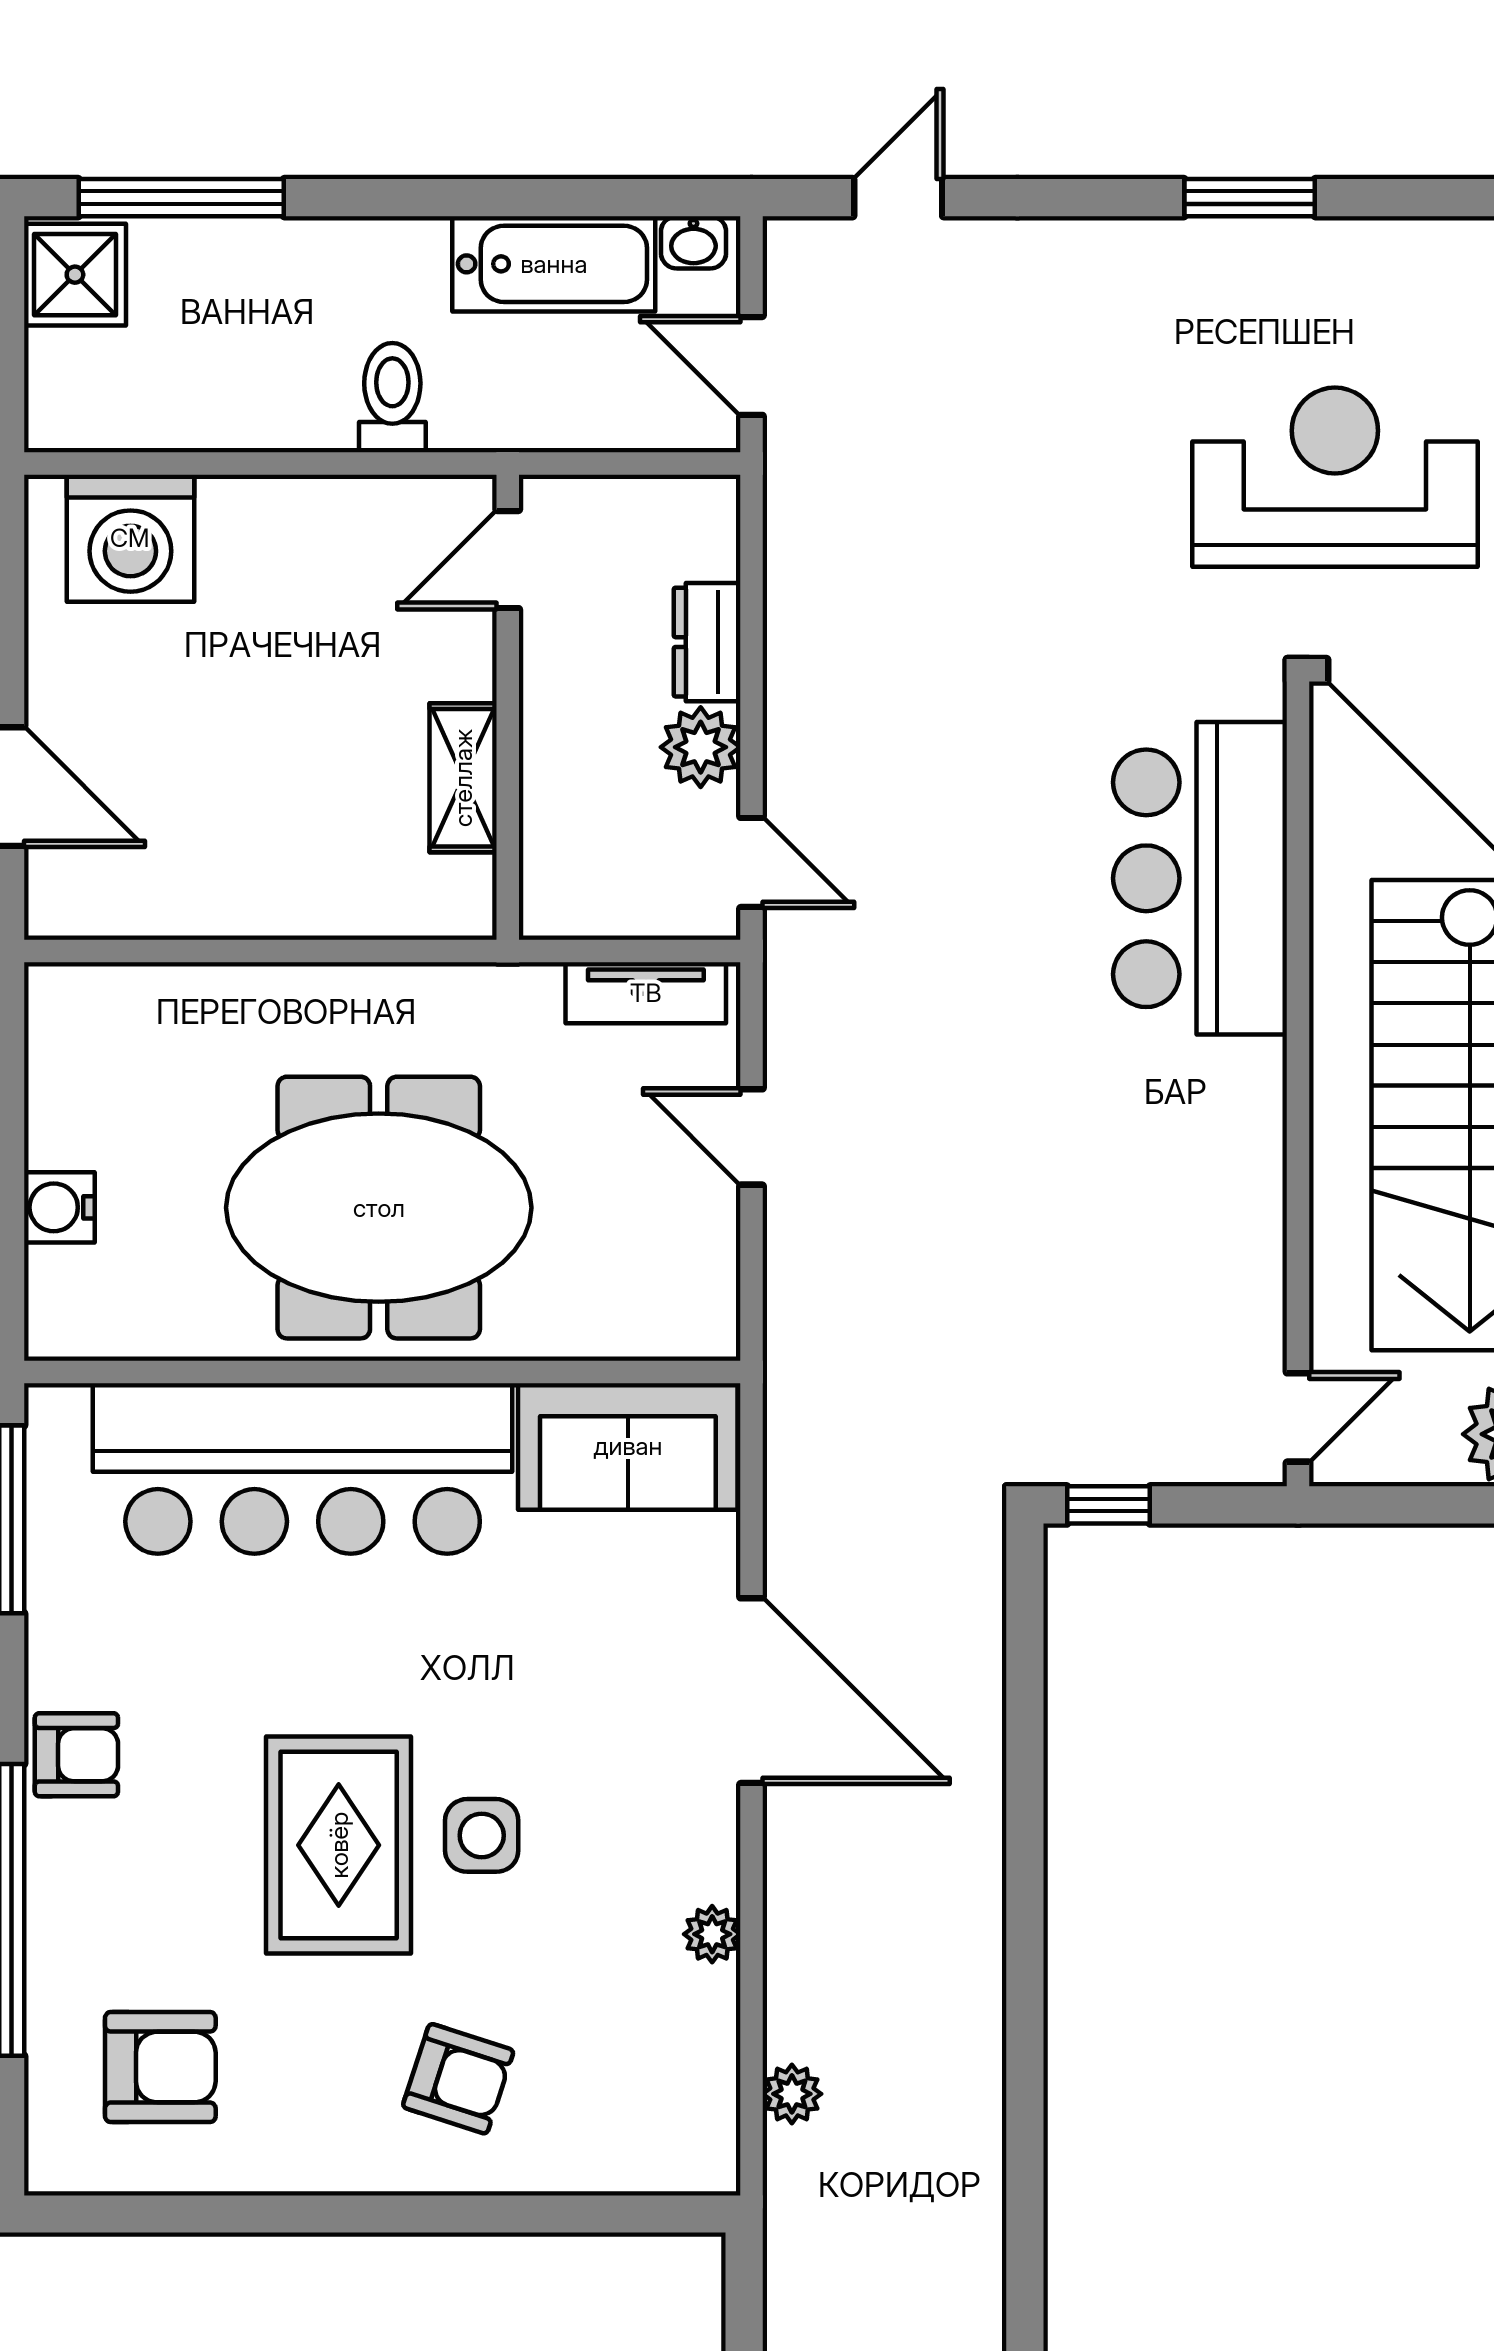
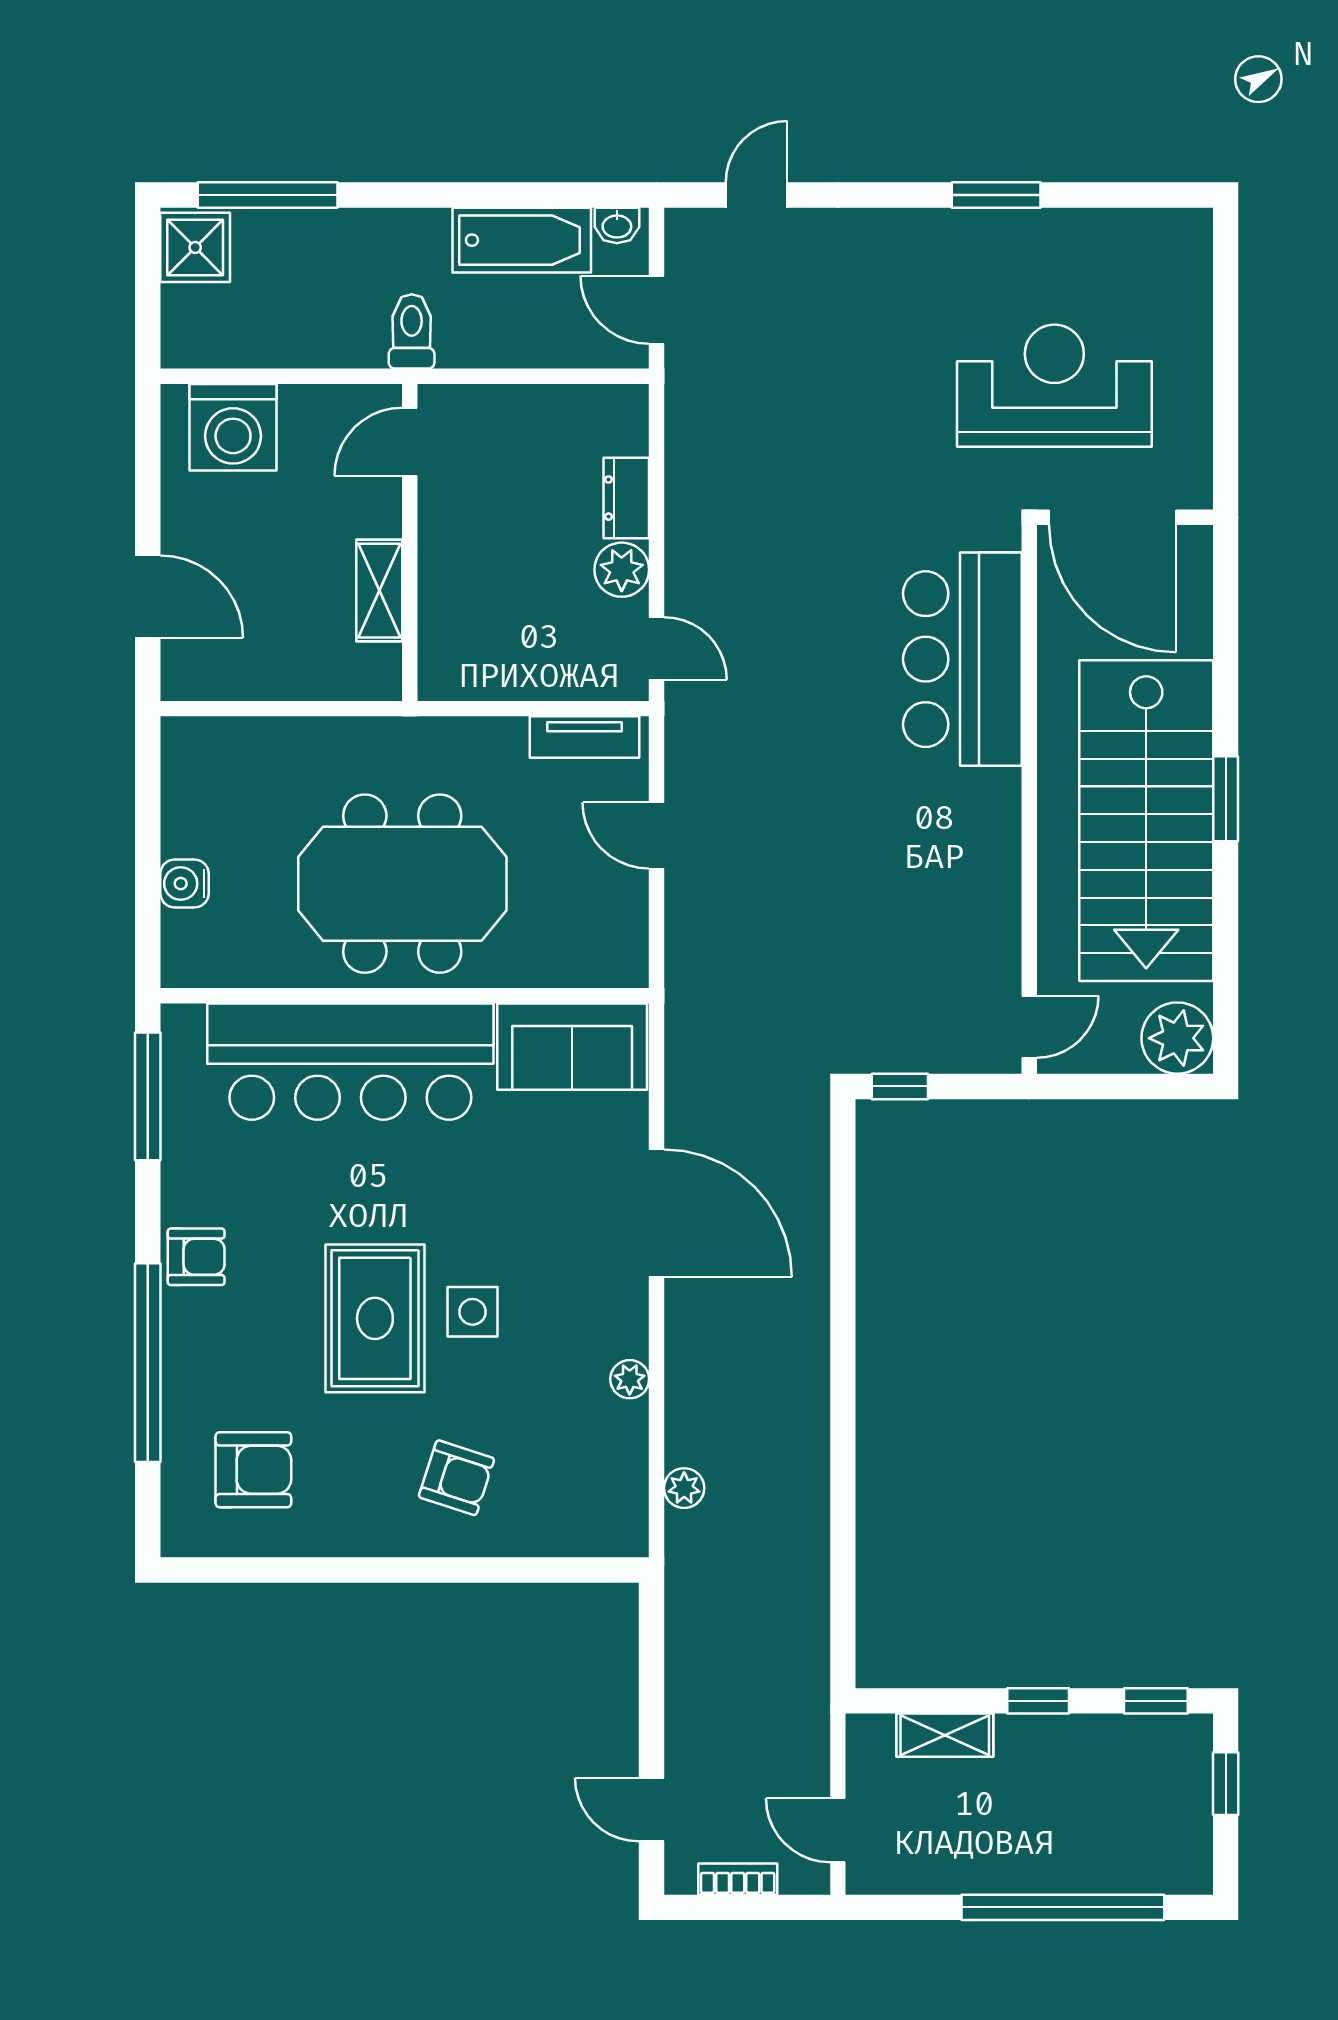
door: (508, 560) -> (410, 442), moved
wall: (508, 707) -> (410, 542), moved
shelving: (463, 778) -> (379, 591), moved

